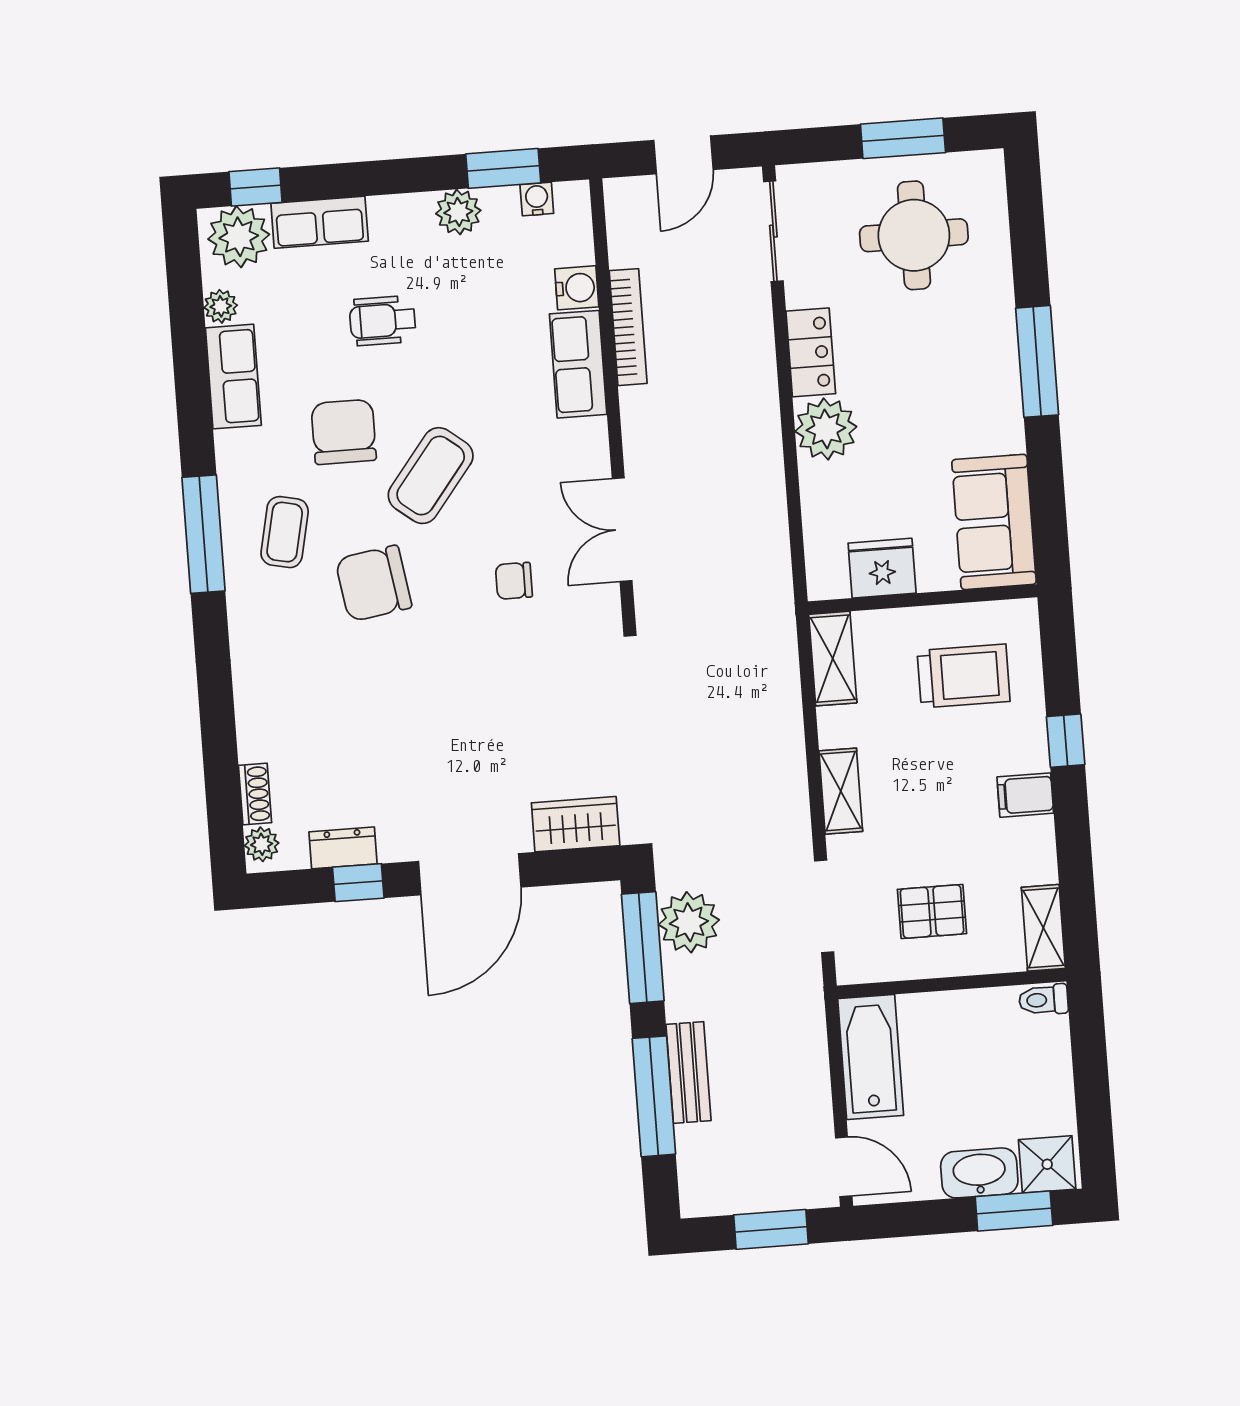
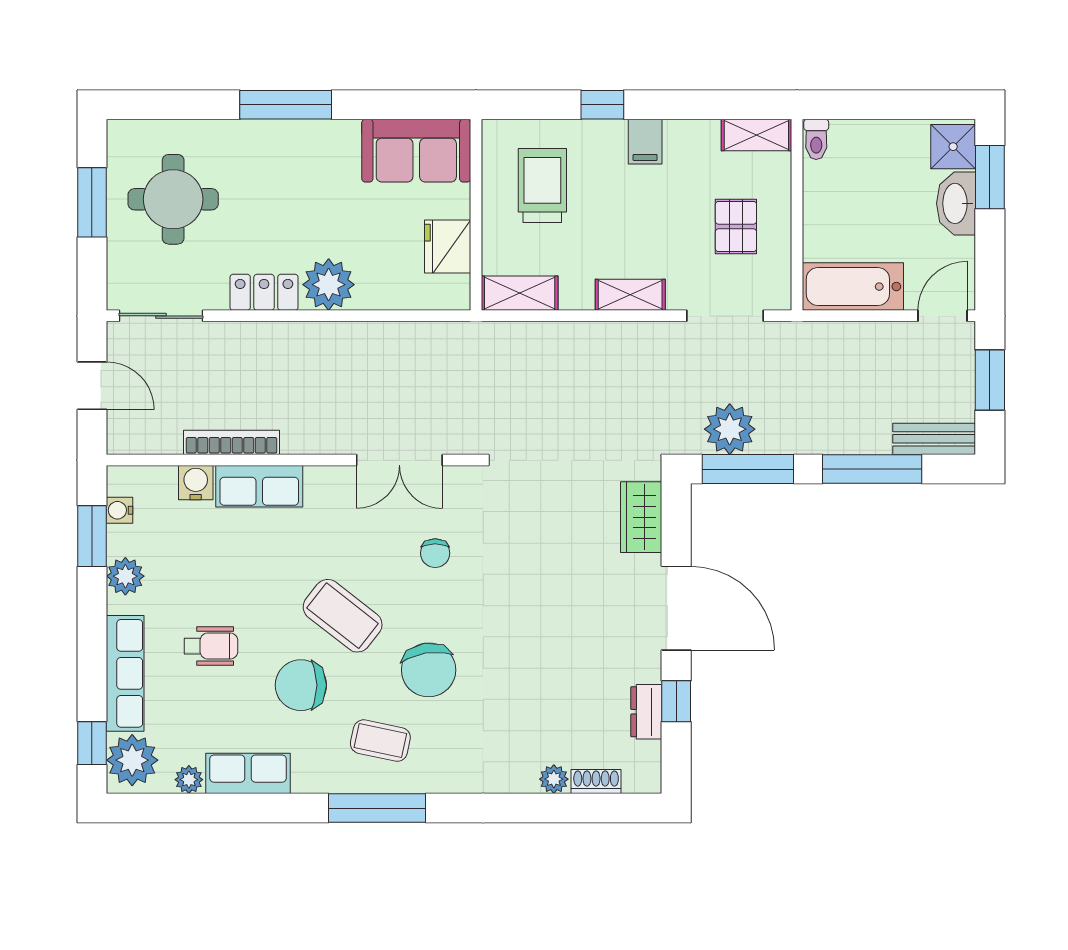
row of seats: (320, 222) -> (125, 673), width x1.48
wheelchair: (382, 321) -> (211, 646), turned -90
plant: (262, 844) -> (554, 779), moved
bench: (688, 1073) -> (934, 439), moved

